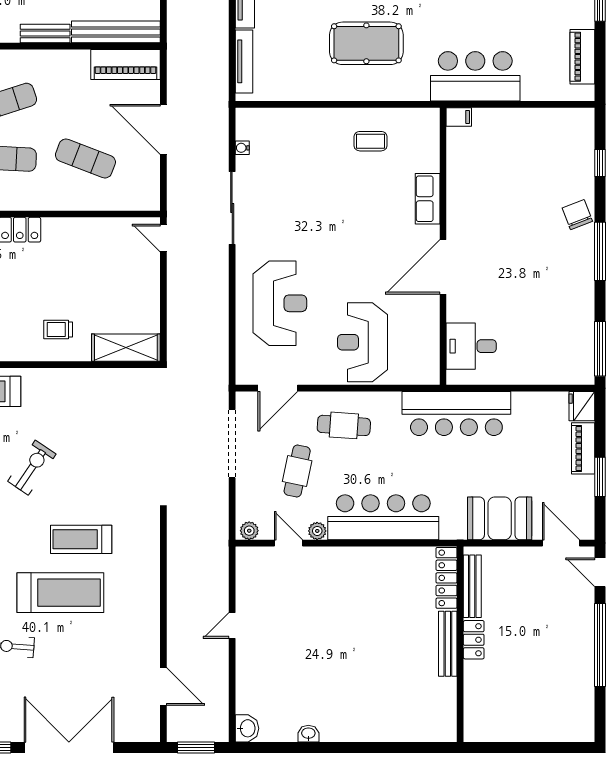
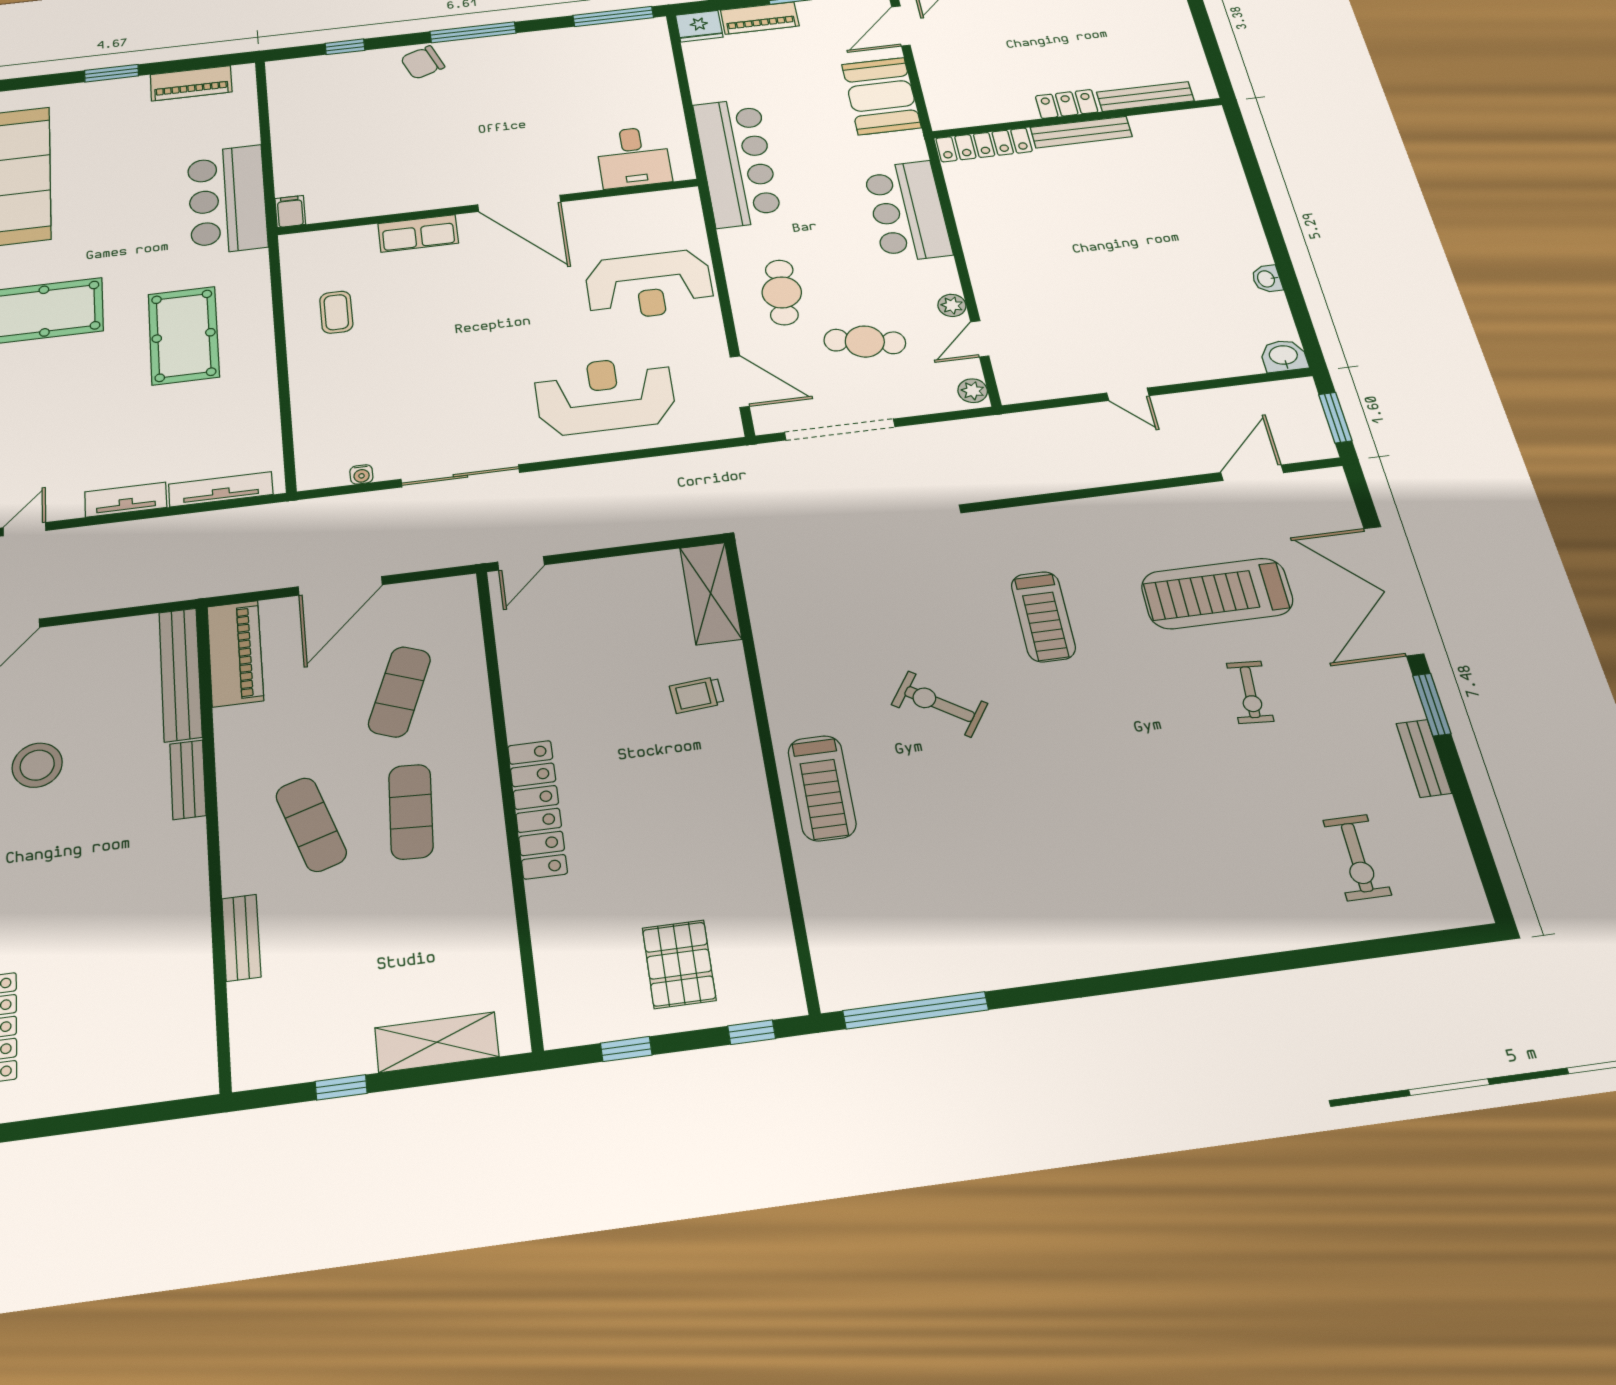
trolley: (58, 330) -> (697, 695), turned 85
bar counter: (383, 517) -> (908, 211), width x0.73
bench: (472, 586) -> (1145, 97), moved
treadmill: (60, 593) -> (1217, 593), moved, turned -90

